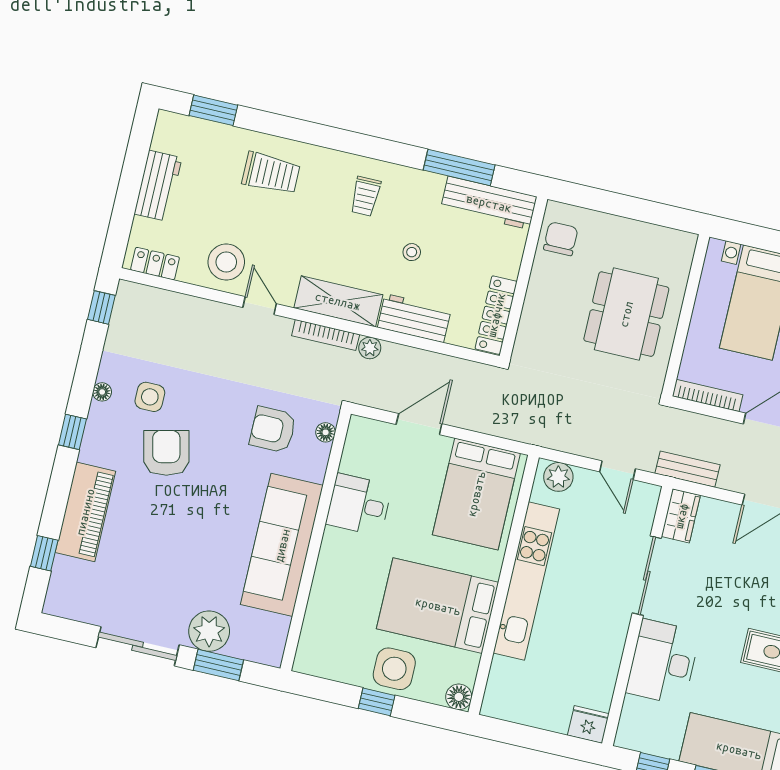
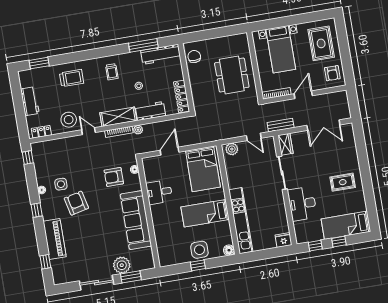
kitchen unit: (526, 581) -> (241, 221), moved
bed: (438, 606) -> (205, 213), width x0.67

